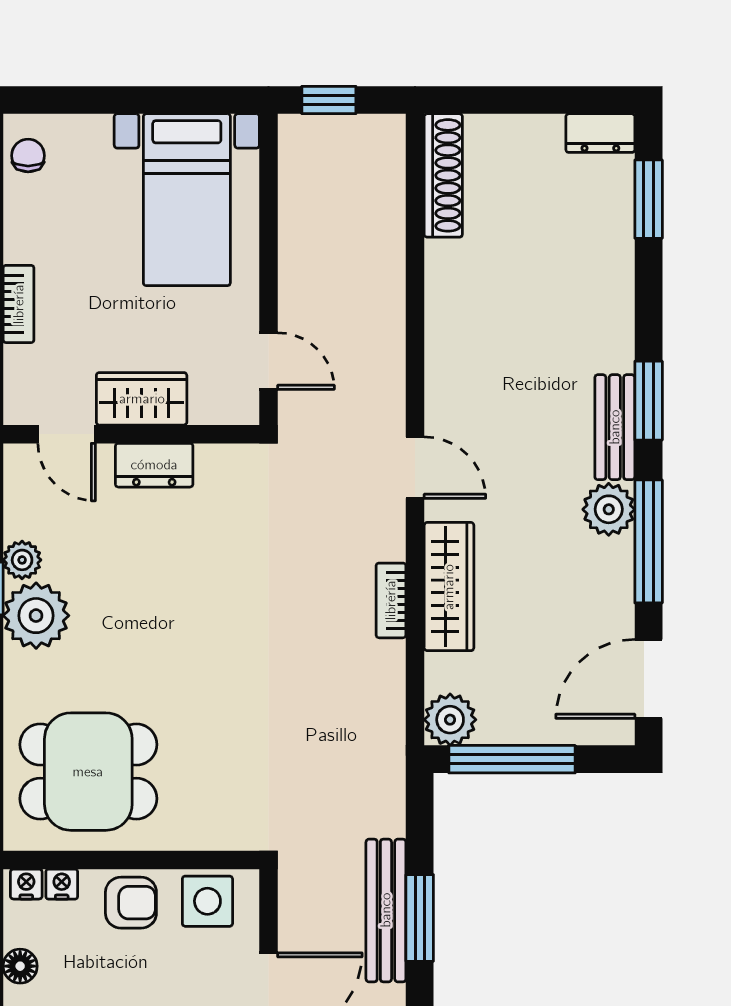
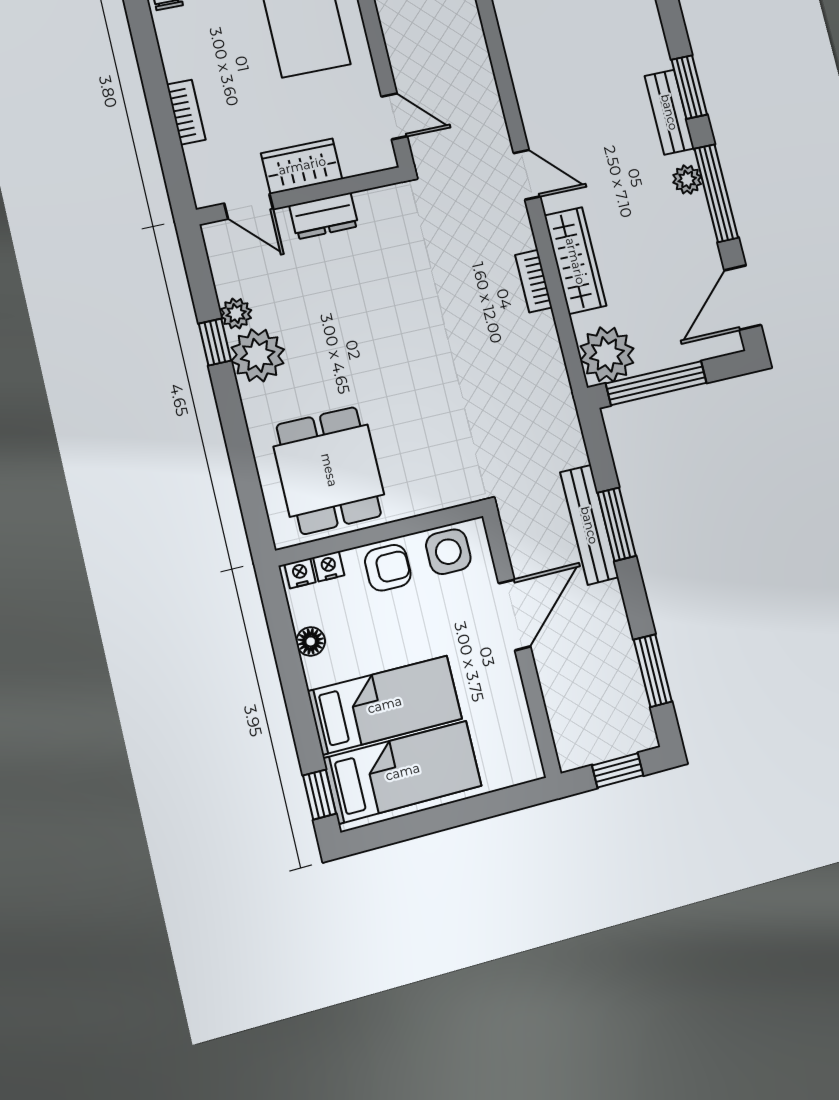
plant: (609, 509) -> (687, 180), width x0.73, depth x0.73
plant: (450, 720) -> (607, 354), width x1.36, depth x1.36
dining table: (88, 772) -> (329, 470), turned 90

